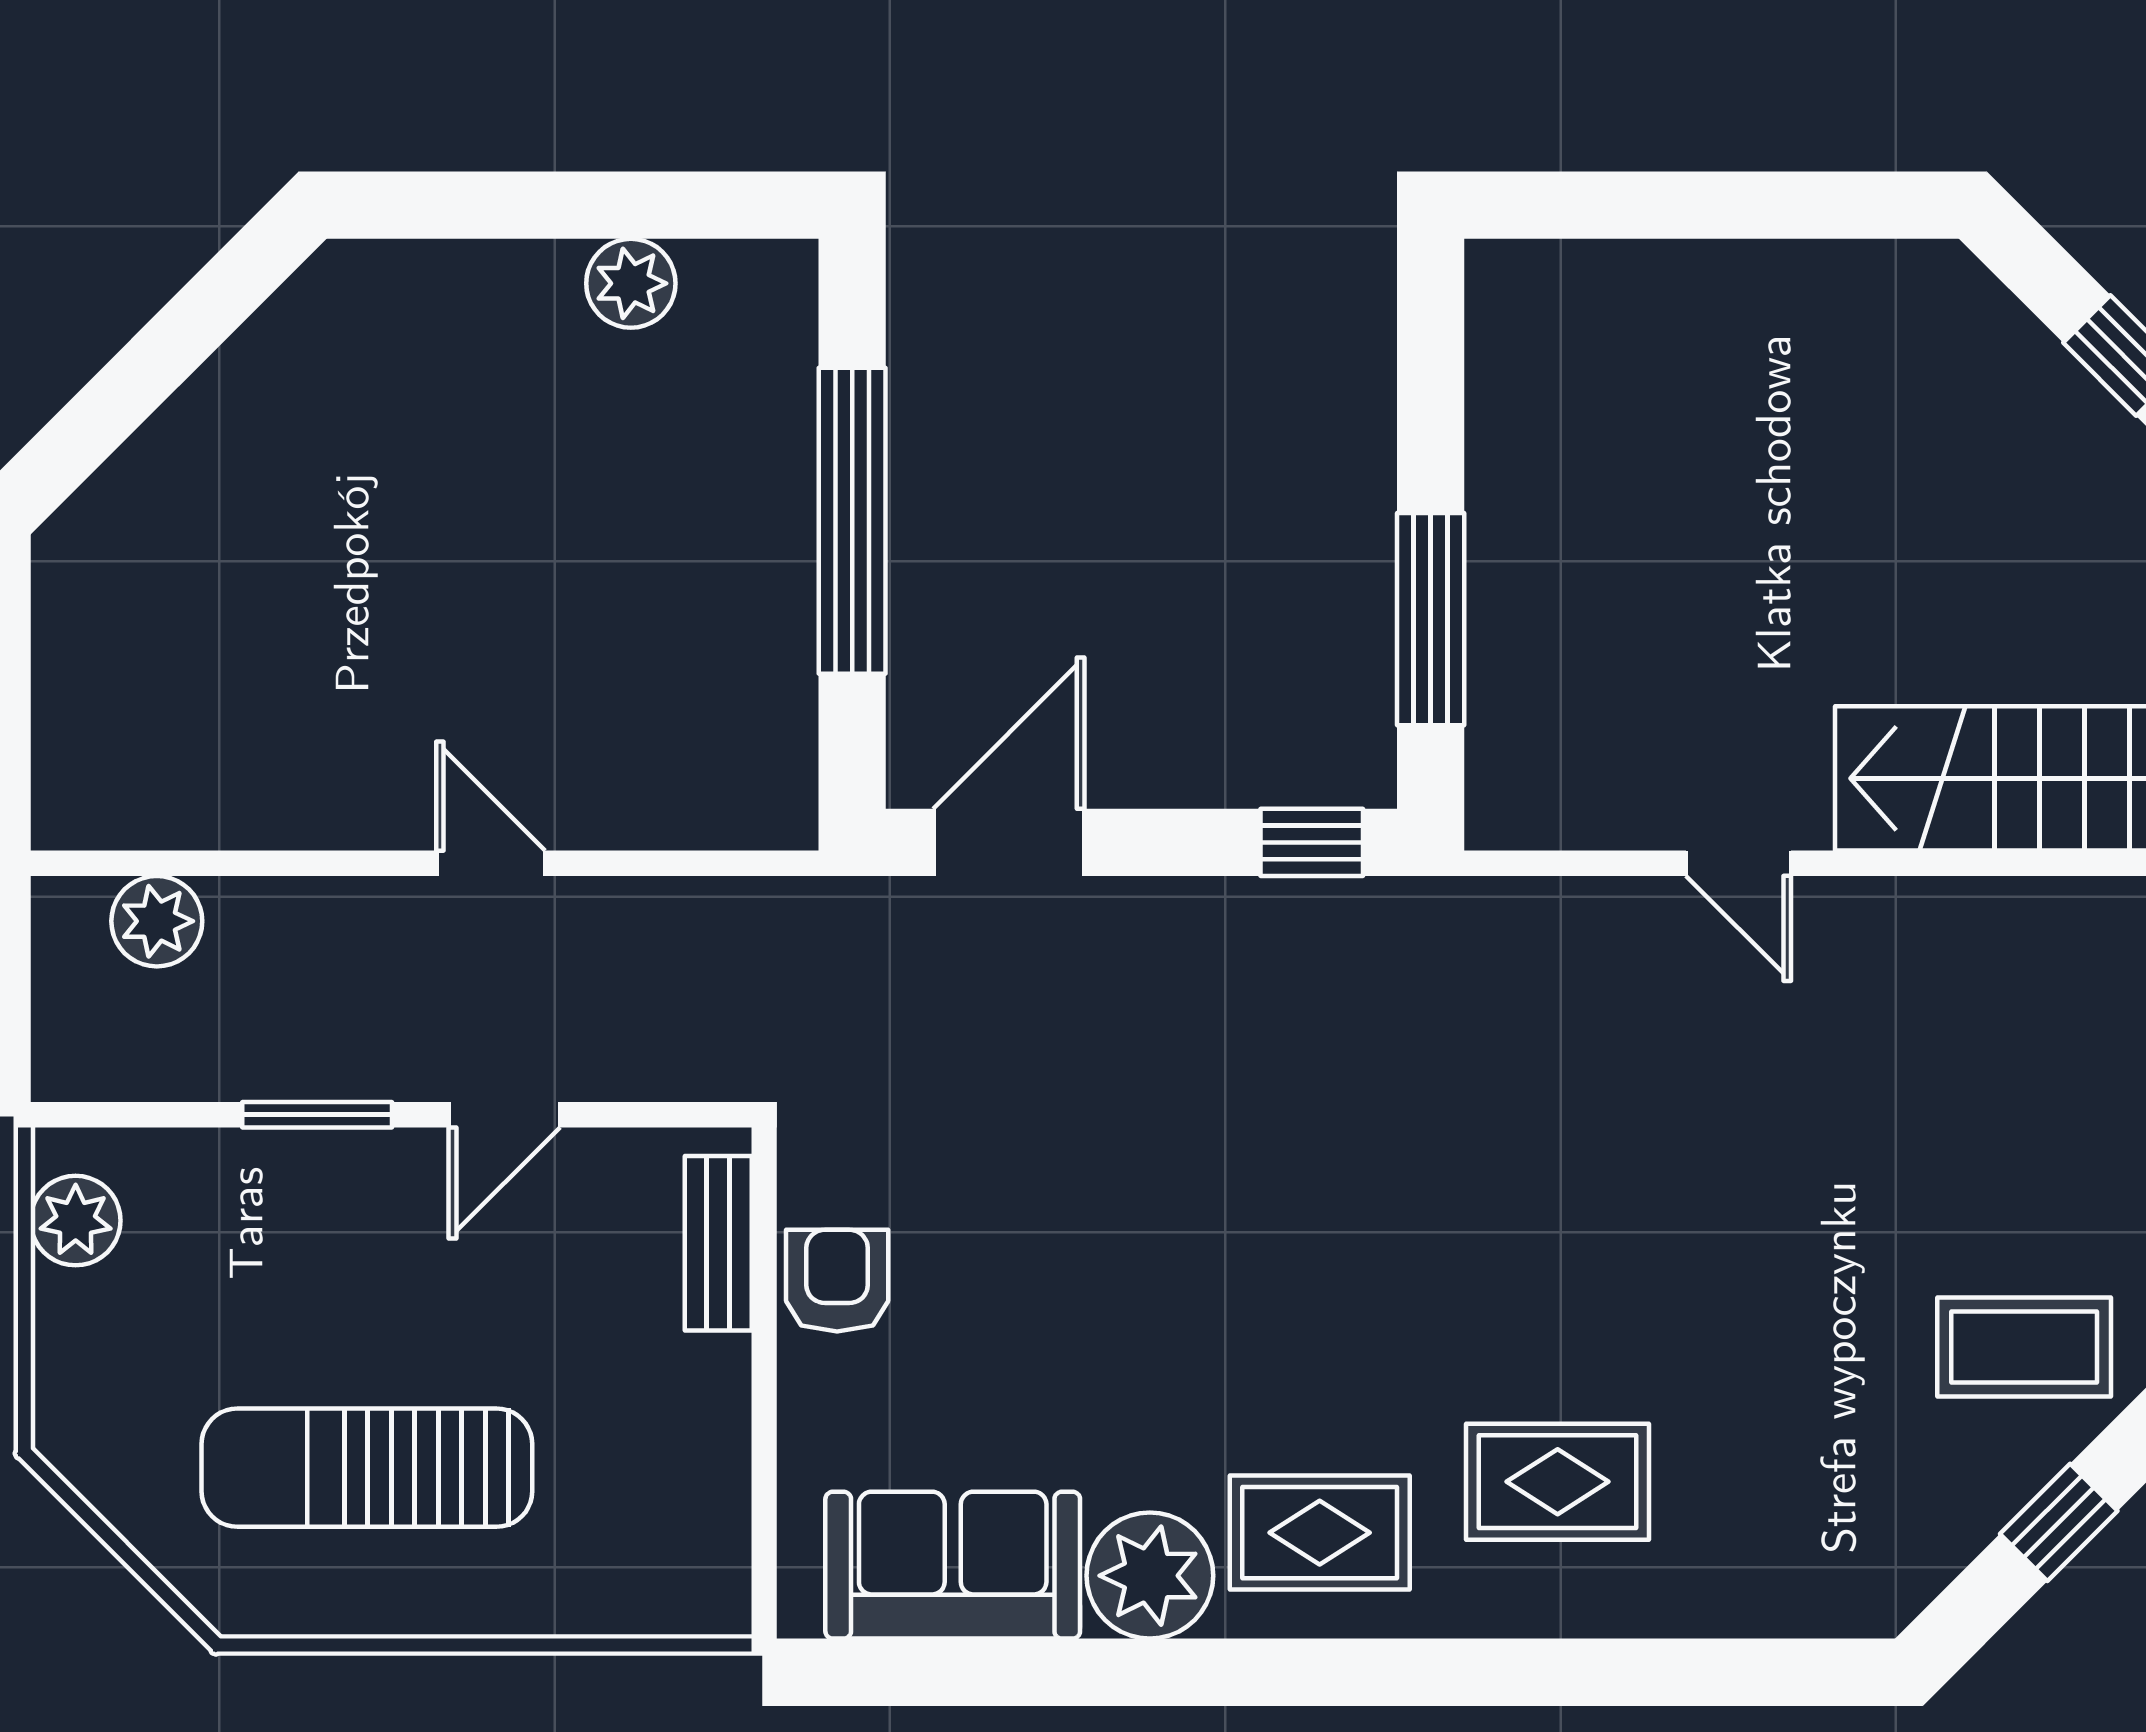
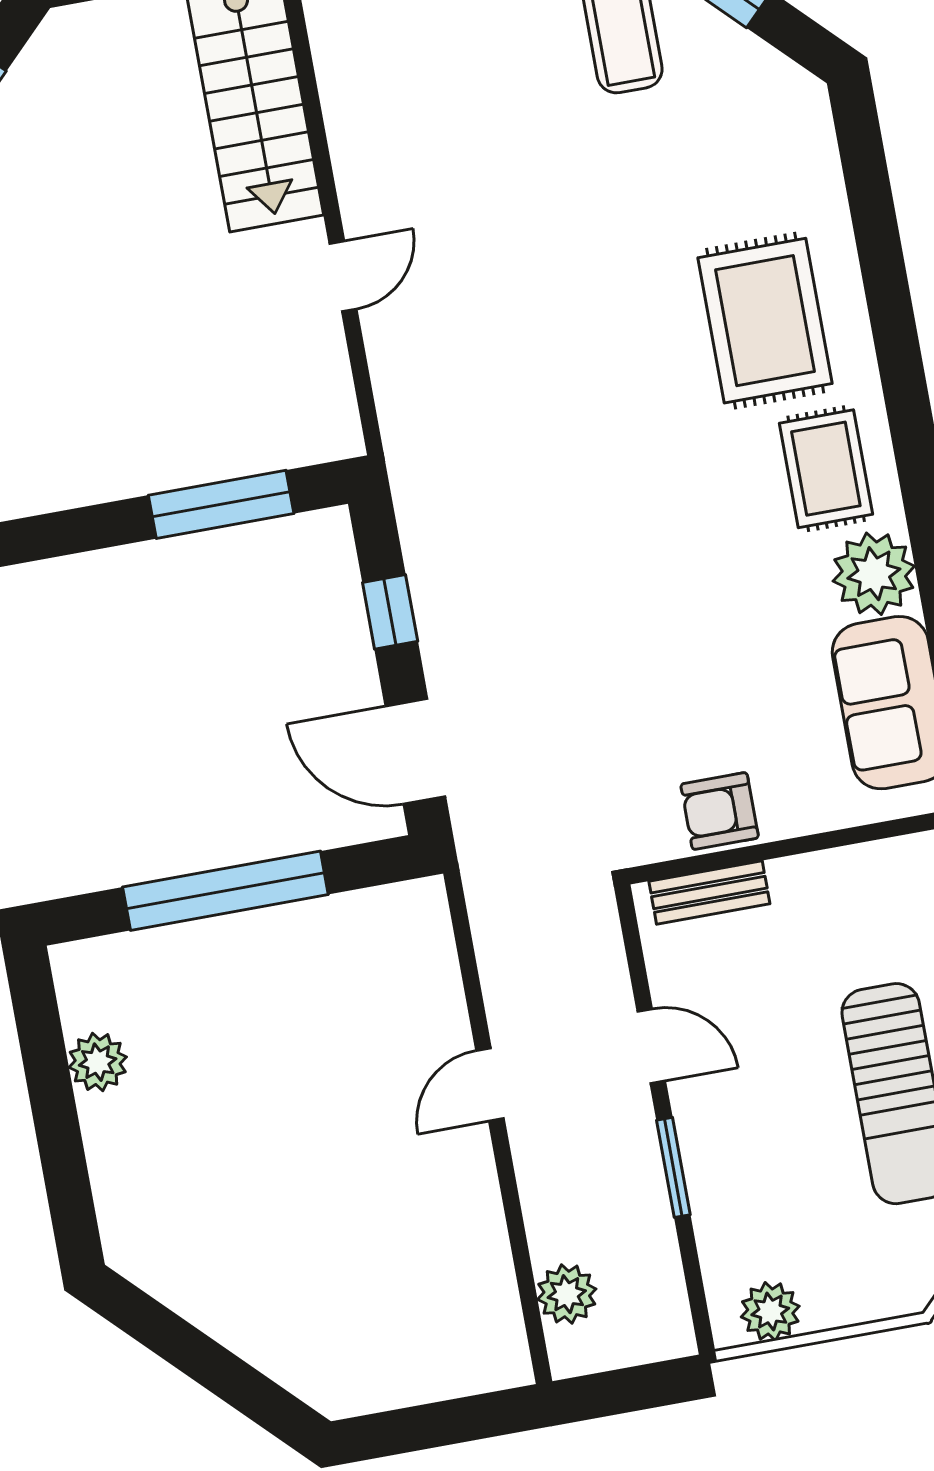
window: (1312, 842) -> (390, 612), moved
rug: (1558, 1482) -> (765, 321), width x1.36, depth x1.43

